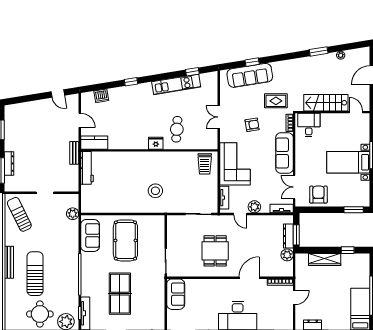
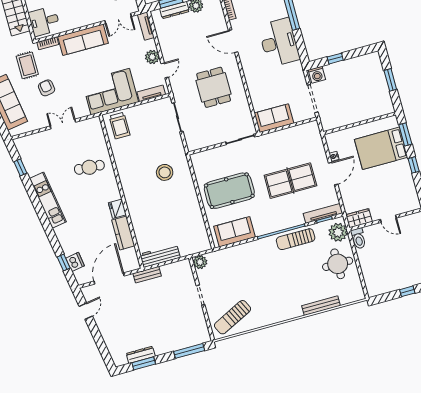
window: (131, 82) -> (64, 263), moved
kitchen unit: (176, 84) -> (48, 200), moved
double door: (219, 117) -> (63, 124), swing flipped
door: (80, 120) -> (109, 279), width x1.88
armchair: (252, 125) -> (47, 88), moved
kitchen counter: (94, 143) -> (123, 233), moved
fridge: (156, 143) -> (117, 209), moved
dresser: (9, 164) -> (141, 355), moved
trolley: (205, 164) -> (120, 126), turned 90
plant: (73, 214) -> (200, 262), moved
dining table: (215, 251) -> (214, 87), turned 90
bench: (9, 262) -> (321, 306), moved
sun lounger: (35, 274) -> (296, 239), moved, width x0.73, depth x0.75

